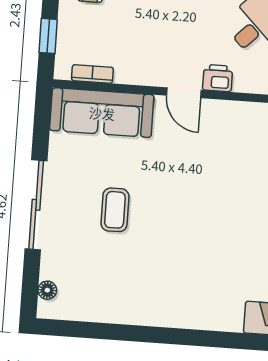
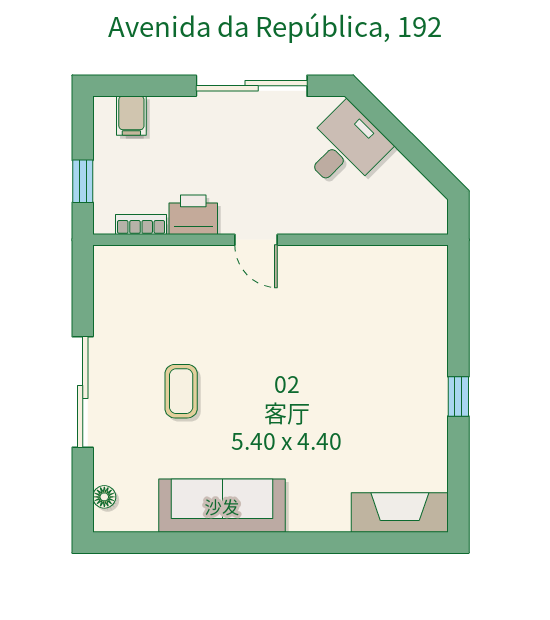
printer: (218, 78) -> (193, 215), moved, width x1.36, depth x1.24
sofa: (102, 113) -> (222, 506), moved, turned 180

